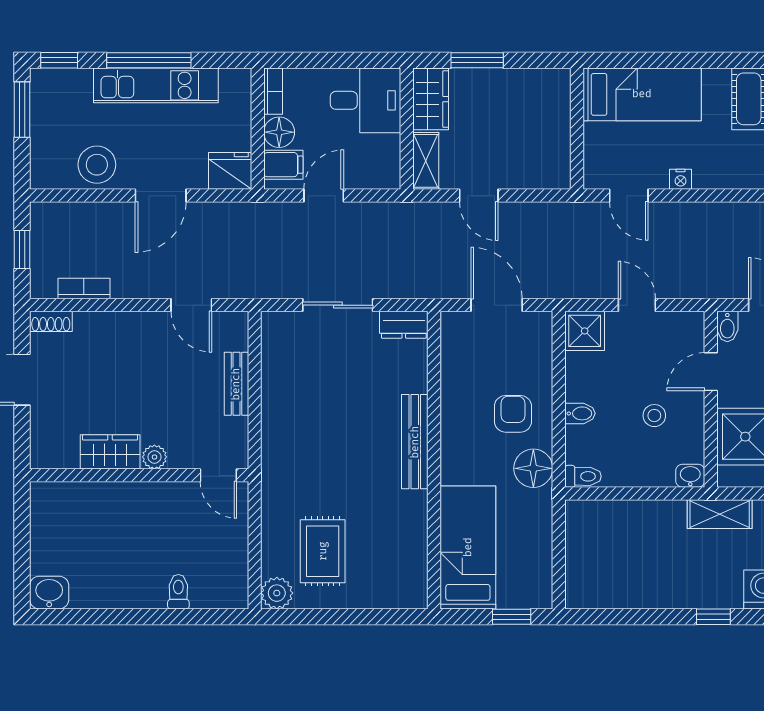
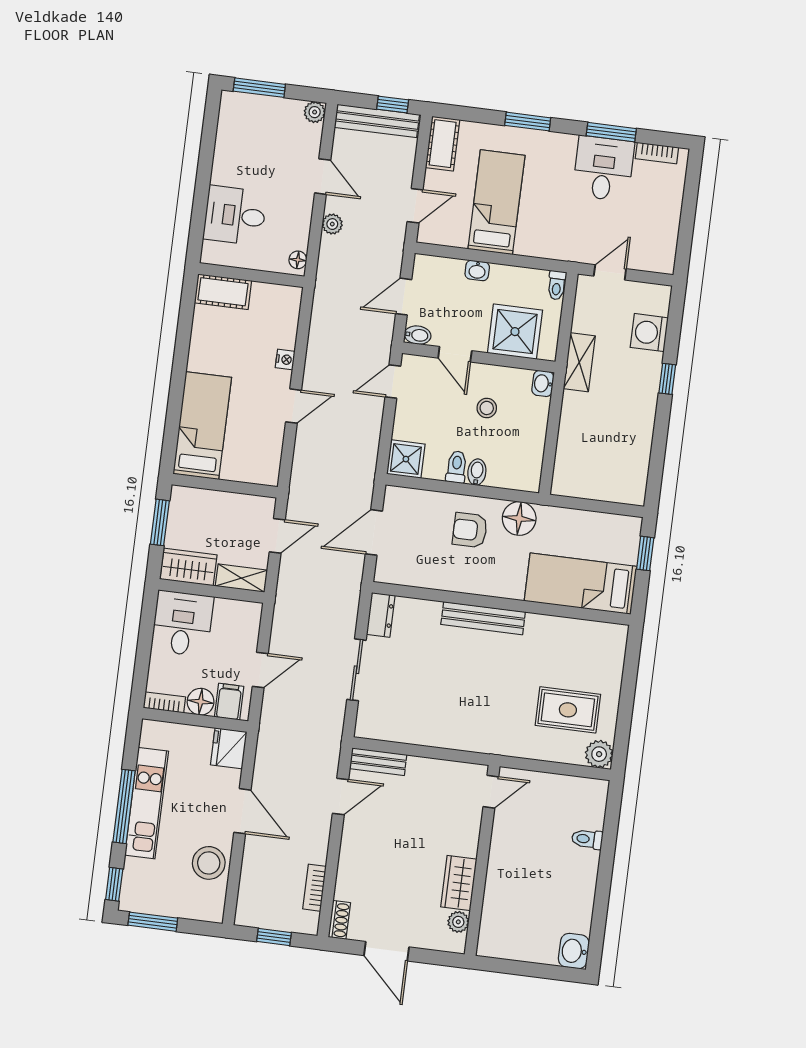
bed: (642, 94) -> (202, 426), moved
wall: (577, 129) -> (225, 486), moved
door: (324, 196) -> (260, 670), swing flipped
door: (637, 305) -> (393, 381), moved
bench: (236, 384) -> (378, 762), moved
plant: (154, 457) -> (458, 922), moved
toilet: (583, 476) -> (457, 467), moved

